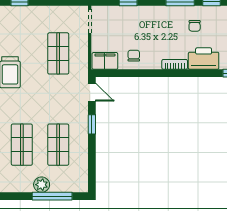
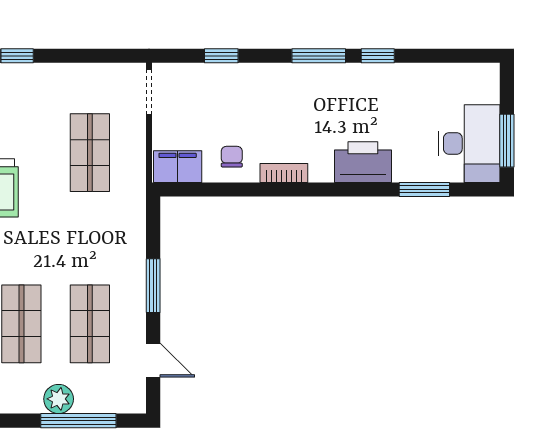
chair: (195, 26) -> (346, 101), removed
bookcase: (175, 64) -> (284, 173), moved
door: (92, 92) -> (153, 360), moved
window: (92, 124) -> (153, 286), width x1.50

